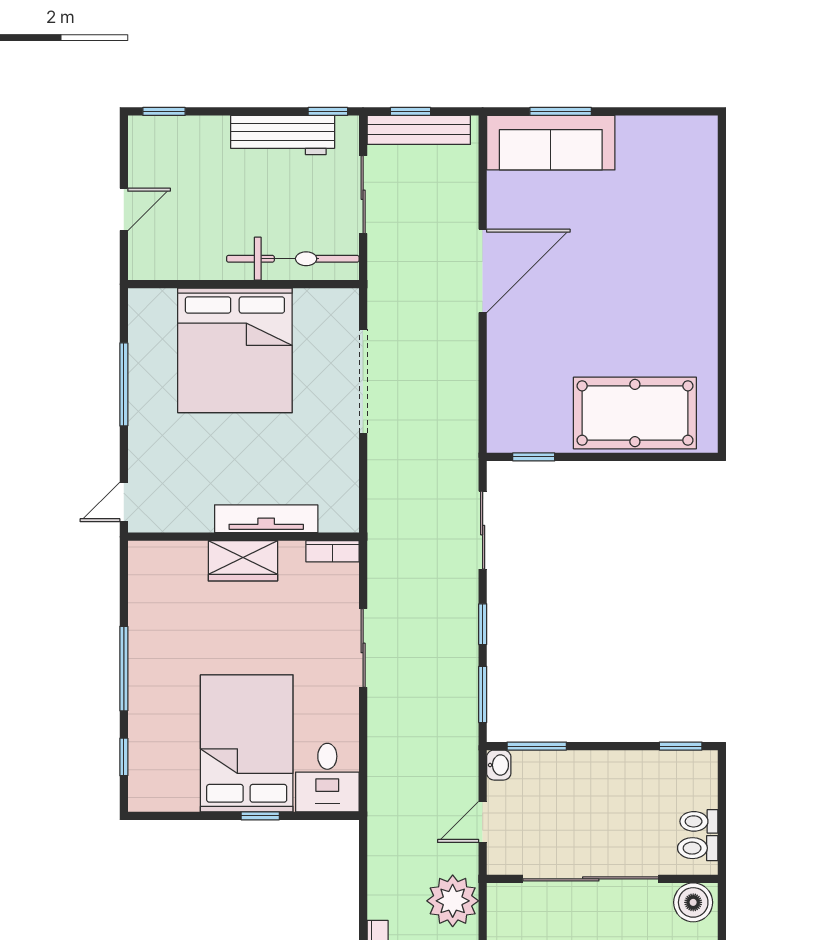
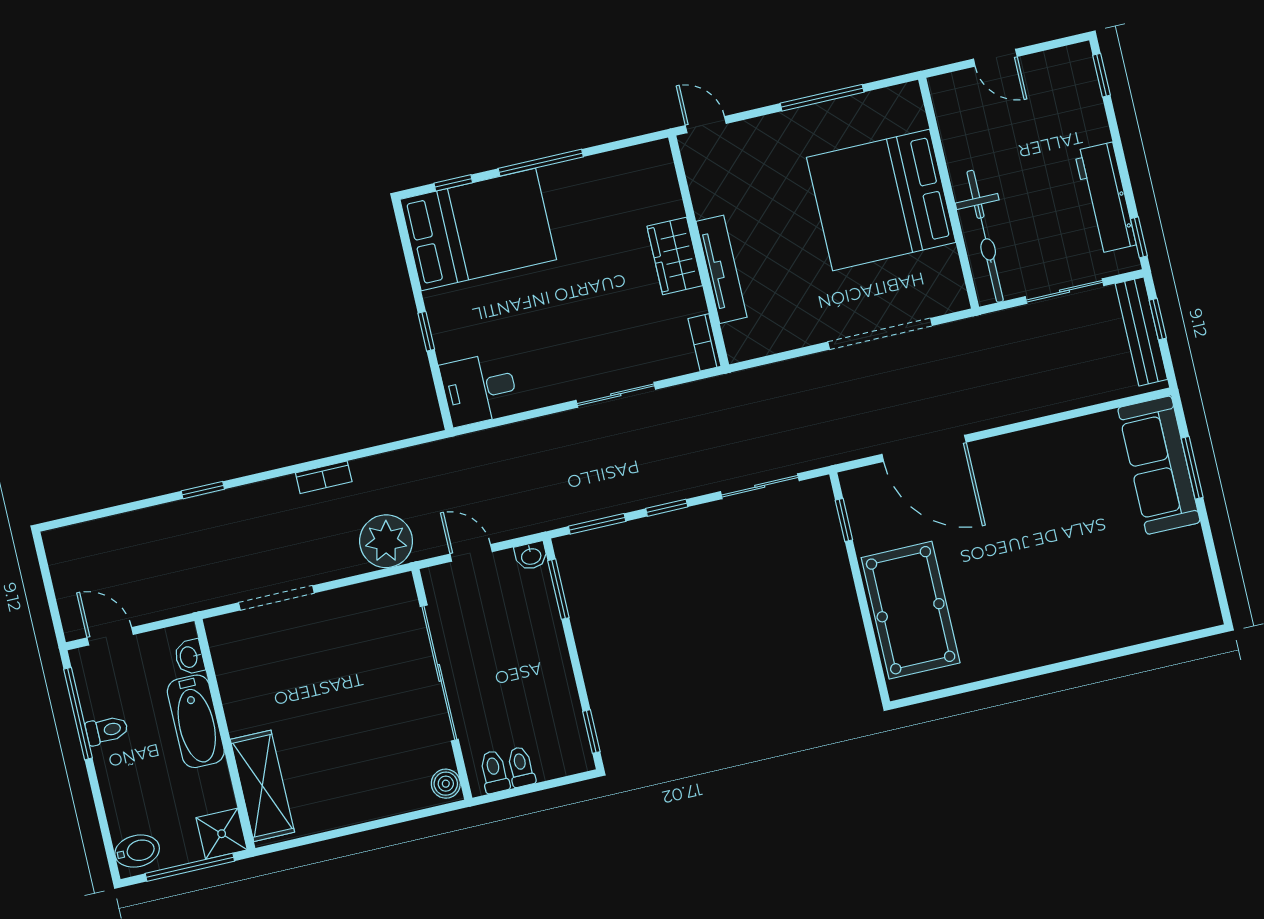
door: (483, 271) -> (924, 448), moved
bed: (247, 743) -> (478, 229), moved
boiler: (693, 902) -> (446, 784), width x0.73, depth x0.73

